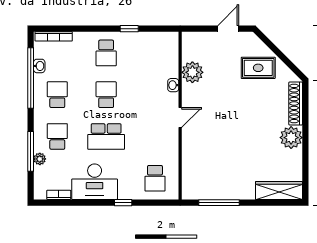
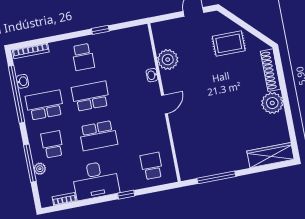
school desk: (57, 95) -> (45, 105), width x1.85
school desk: (106, 95) -> (91, 96), width x1.85
school desk: (155, 178) -> (152, 166), turned 180

